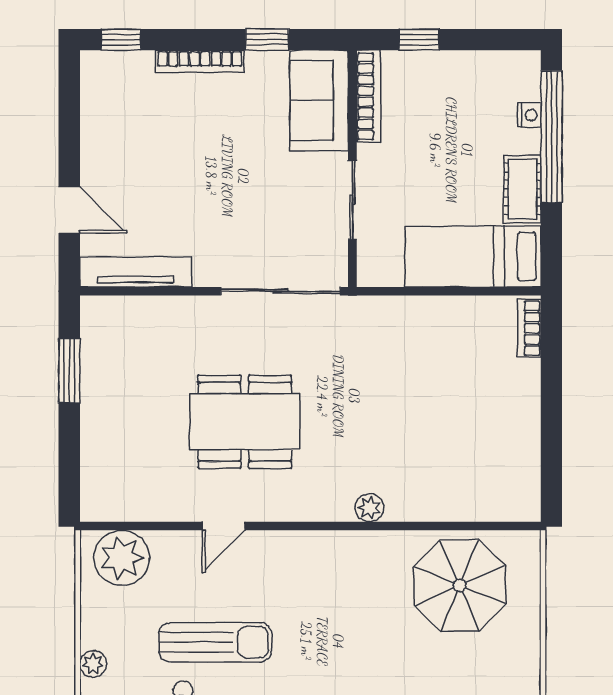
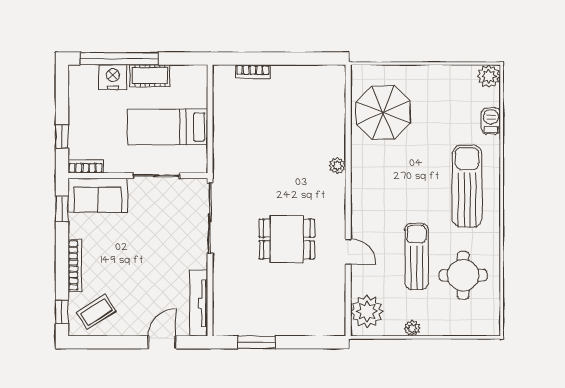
window: (267, 40) -> (62, 209), moved
bookcase: (368, 96) -> (86, 166), width x0.64
coffee table: (121, 98) -> (96, 312), added
nightstand: (529, 115) -> (113, 77), width x1.89, depth x1.79
bed: (473, 256) -> (168, 127), moved, turned 90
bookcase: (529, 328) -> (253, 72), moved
dining table: (245, 422) -> (287, 239), width x0.73
plant: (93, 664) -> (412, 328), moved

